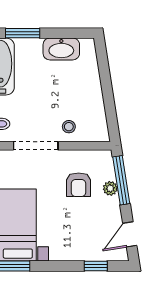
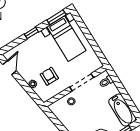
window: (121, 180) -> (30, 91), removed
window: (96, 266) -> (31, 33), moved

